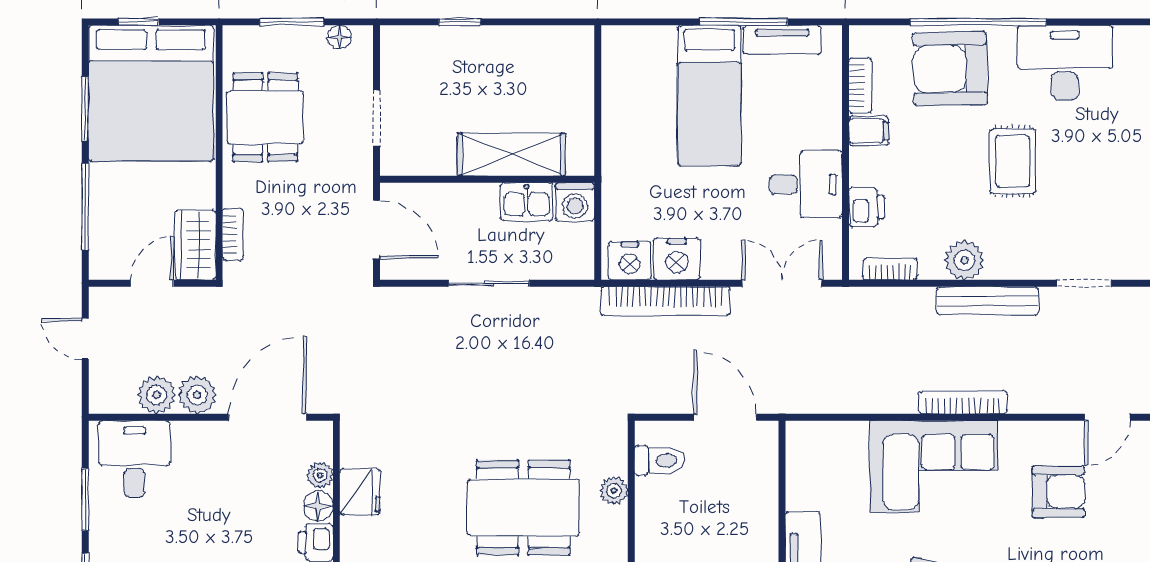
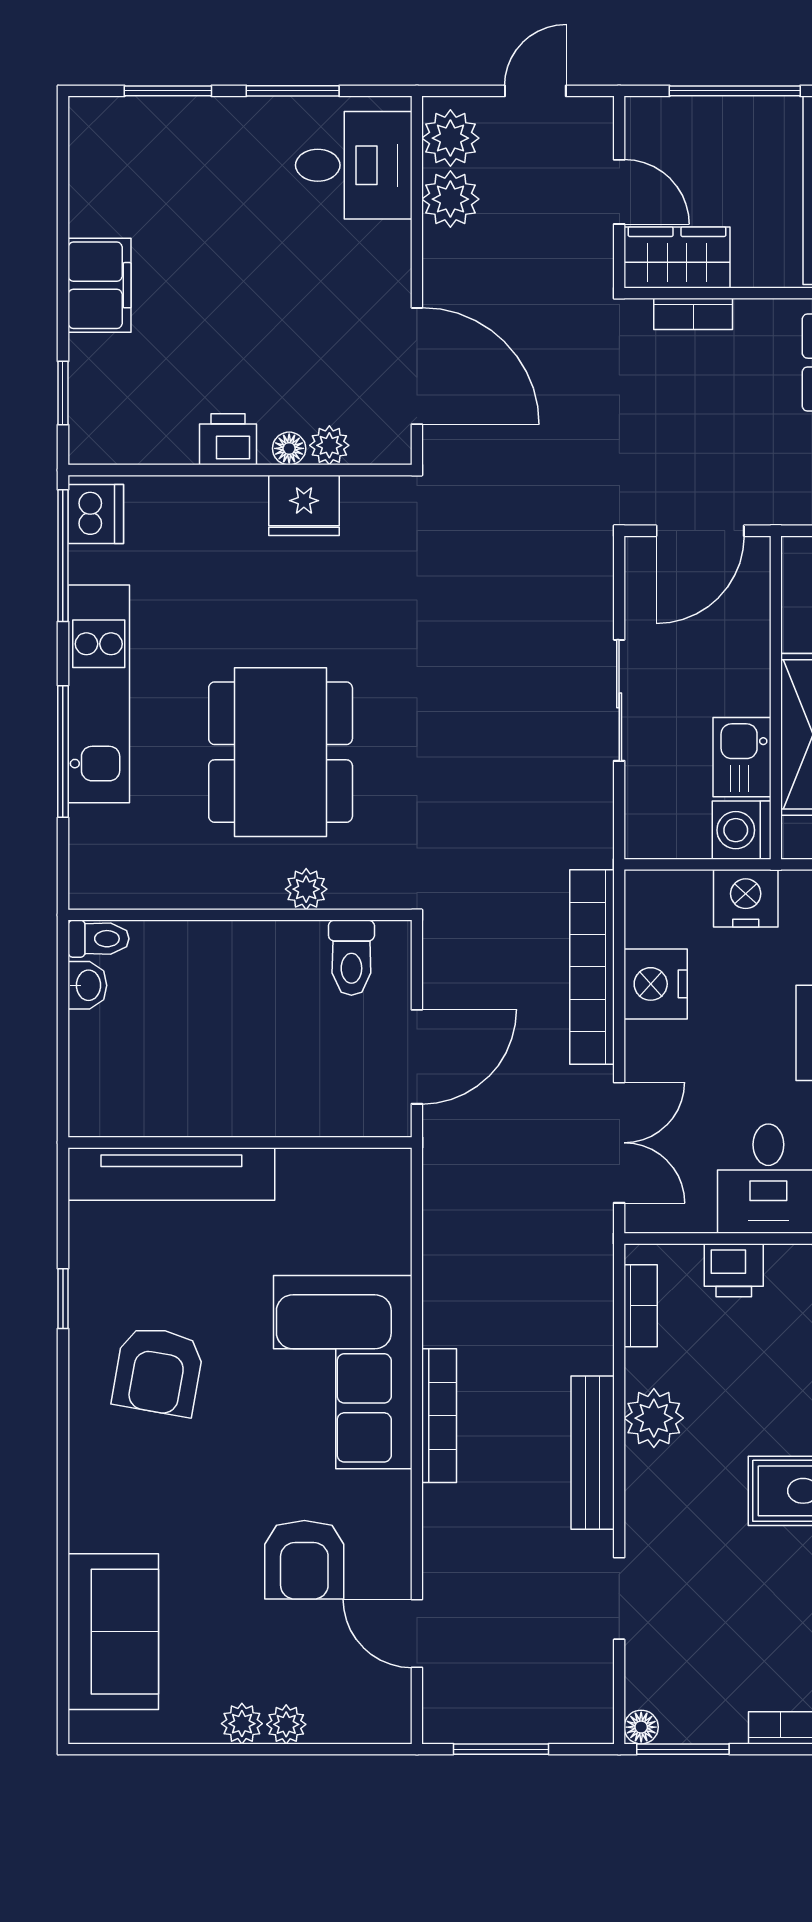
nightstand: (630, 261) -> (746, 898), moved, turned 90
plant: (197, 395) -> (450, 138), moved
floor lamp: (318, 506) -> (289, 448), width x0.73, depth x0.73

